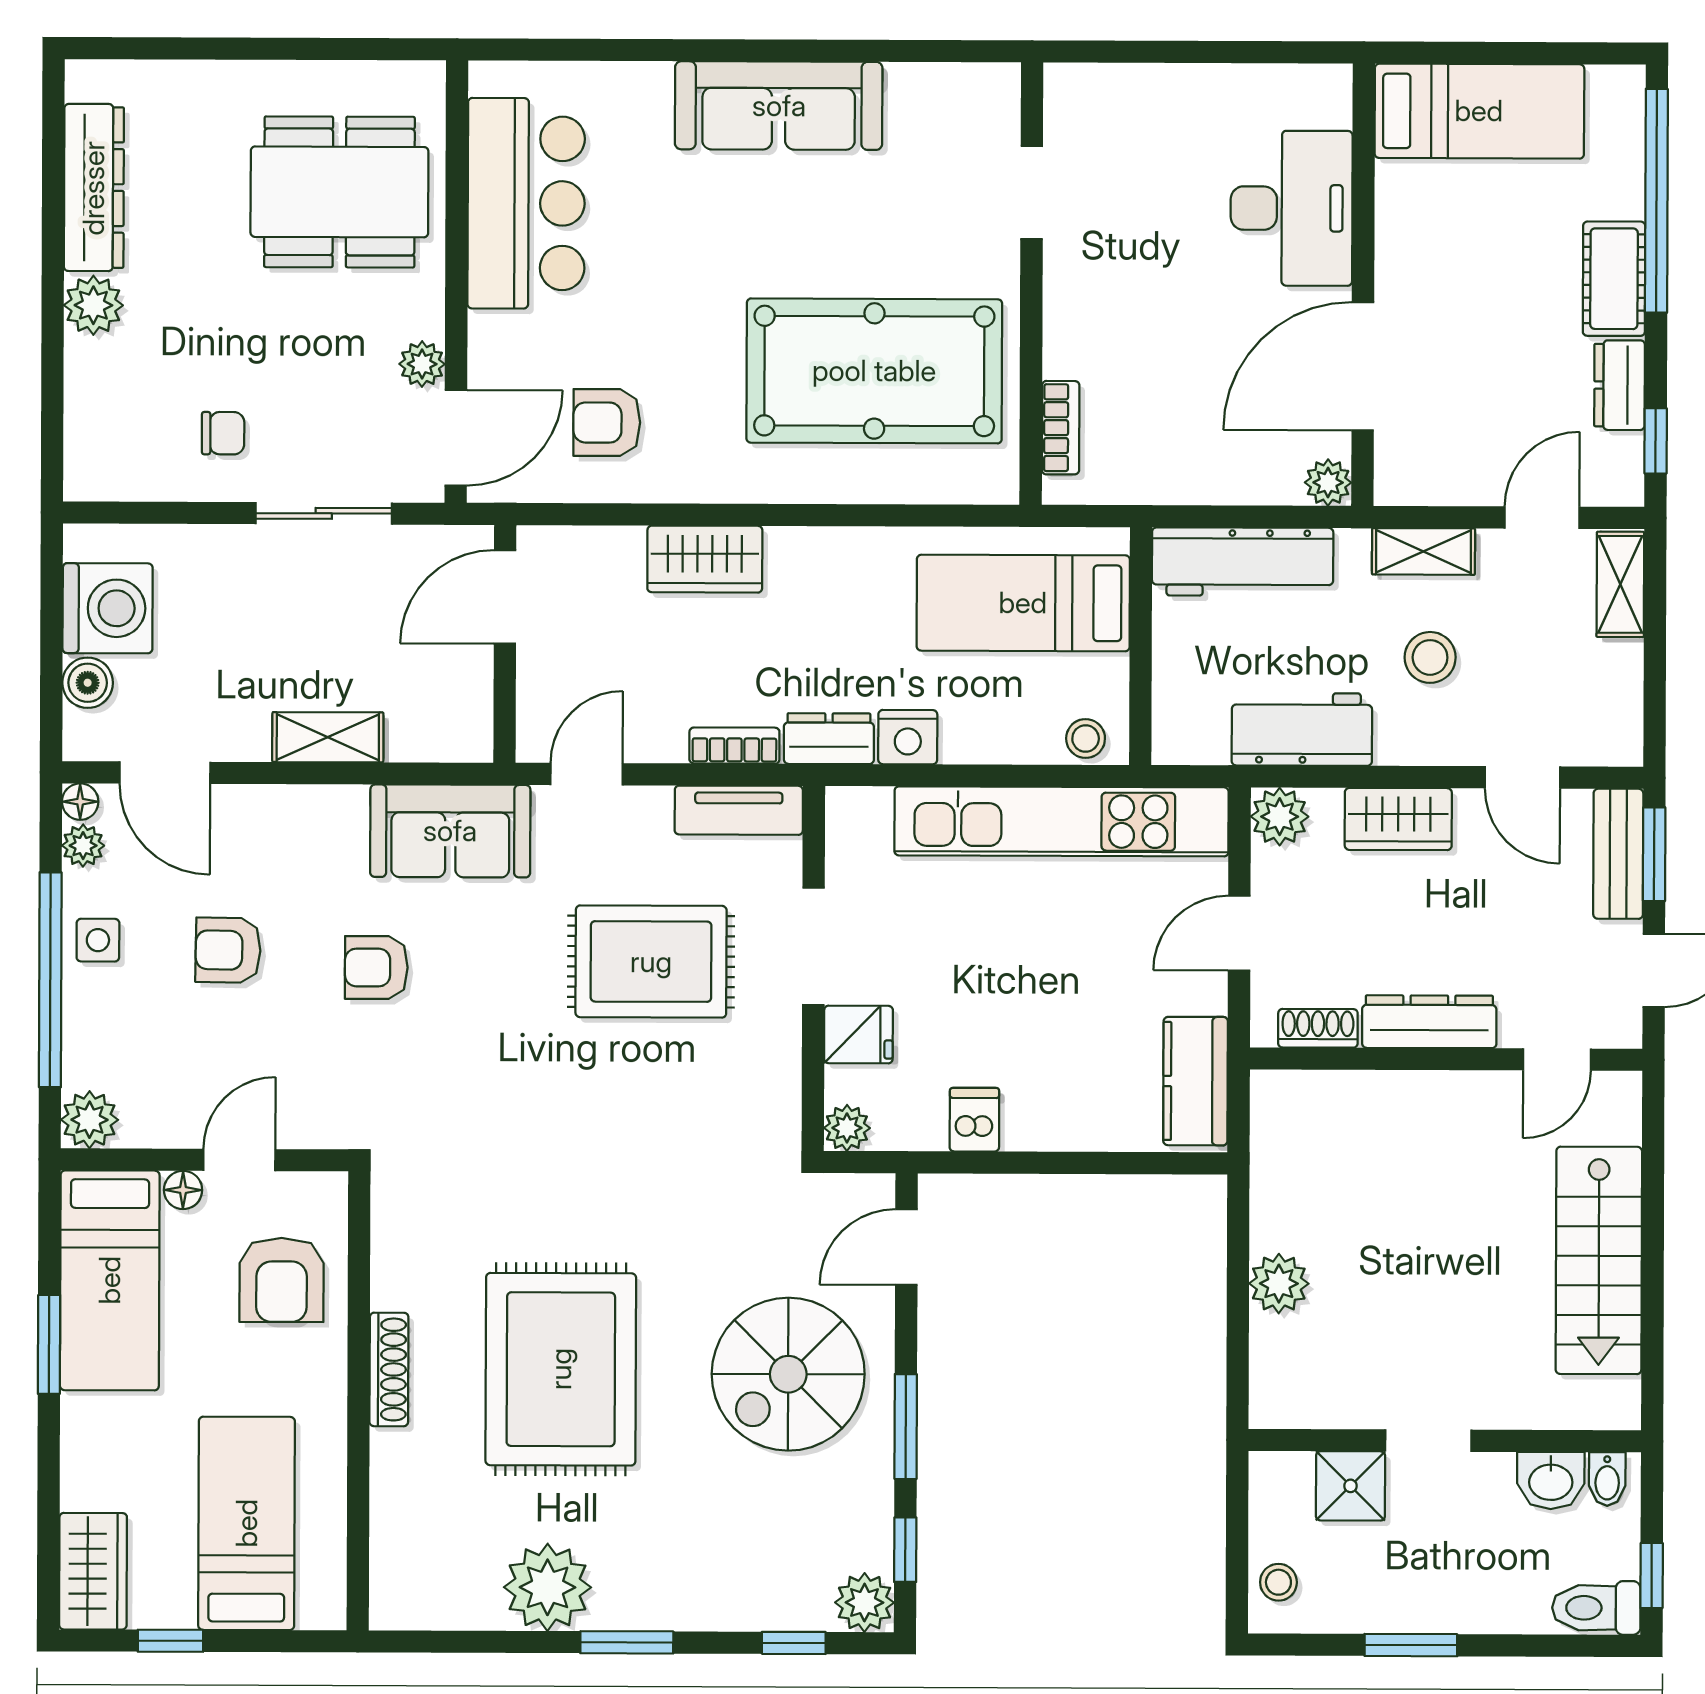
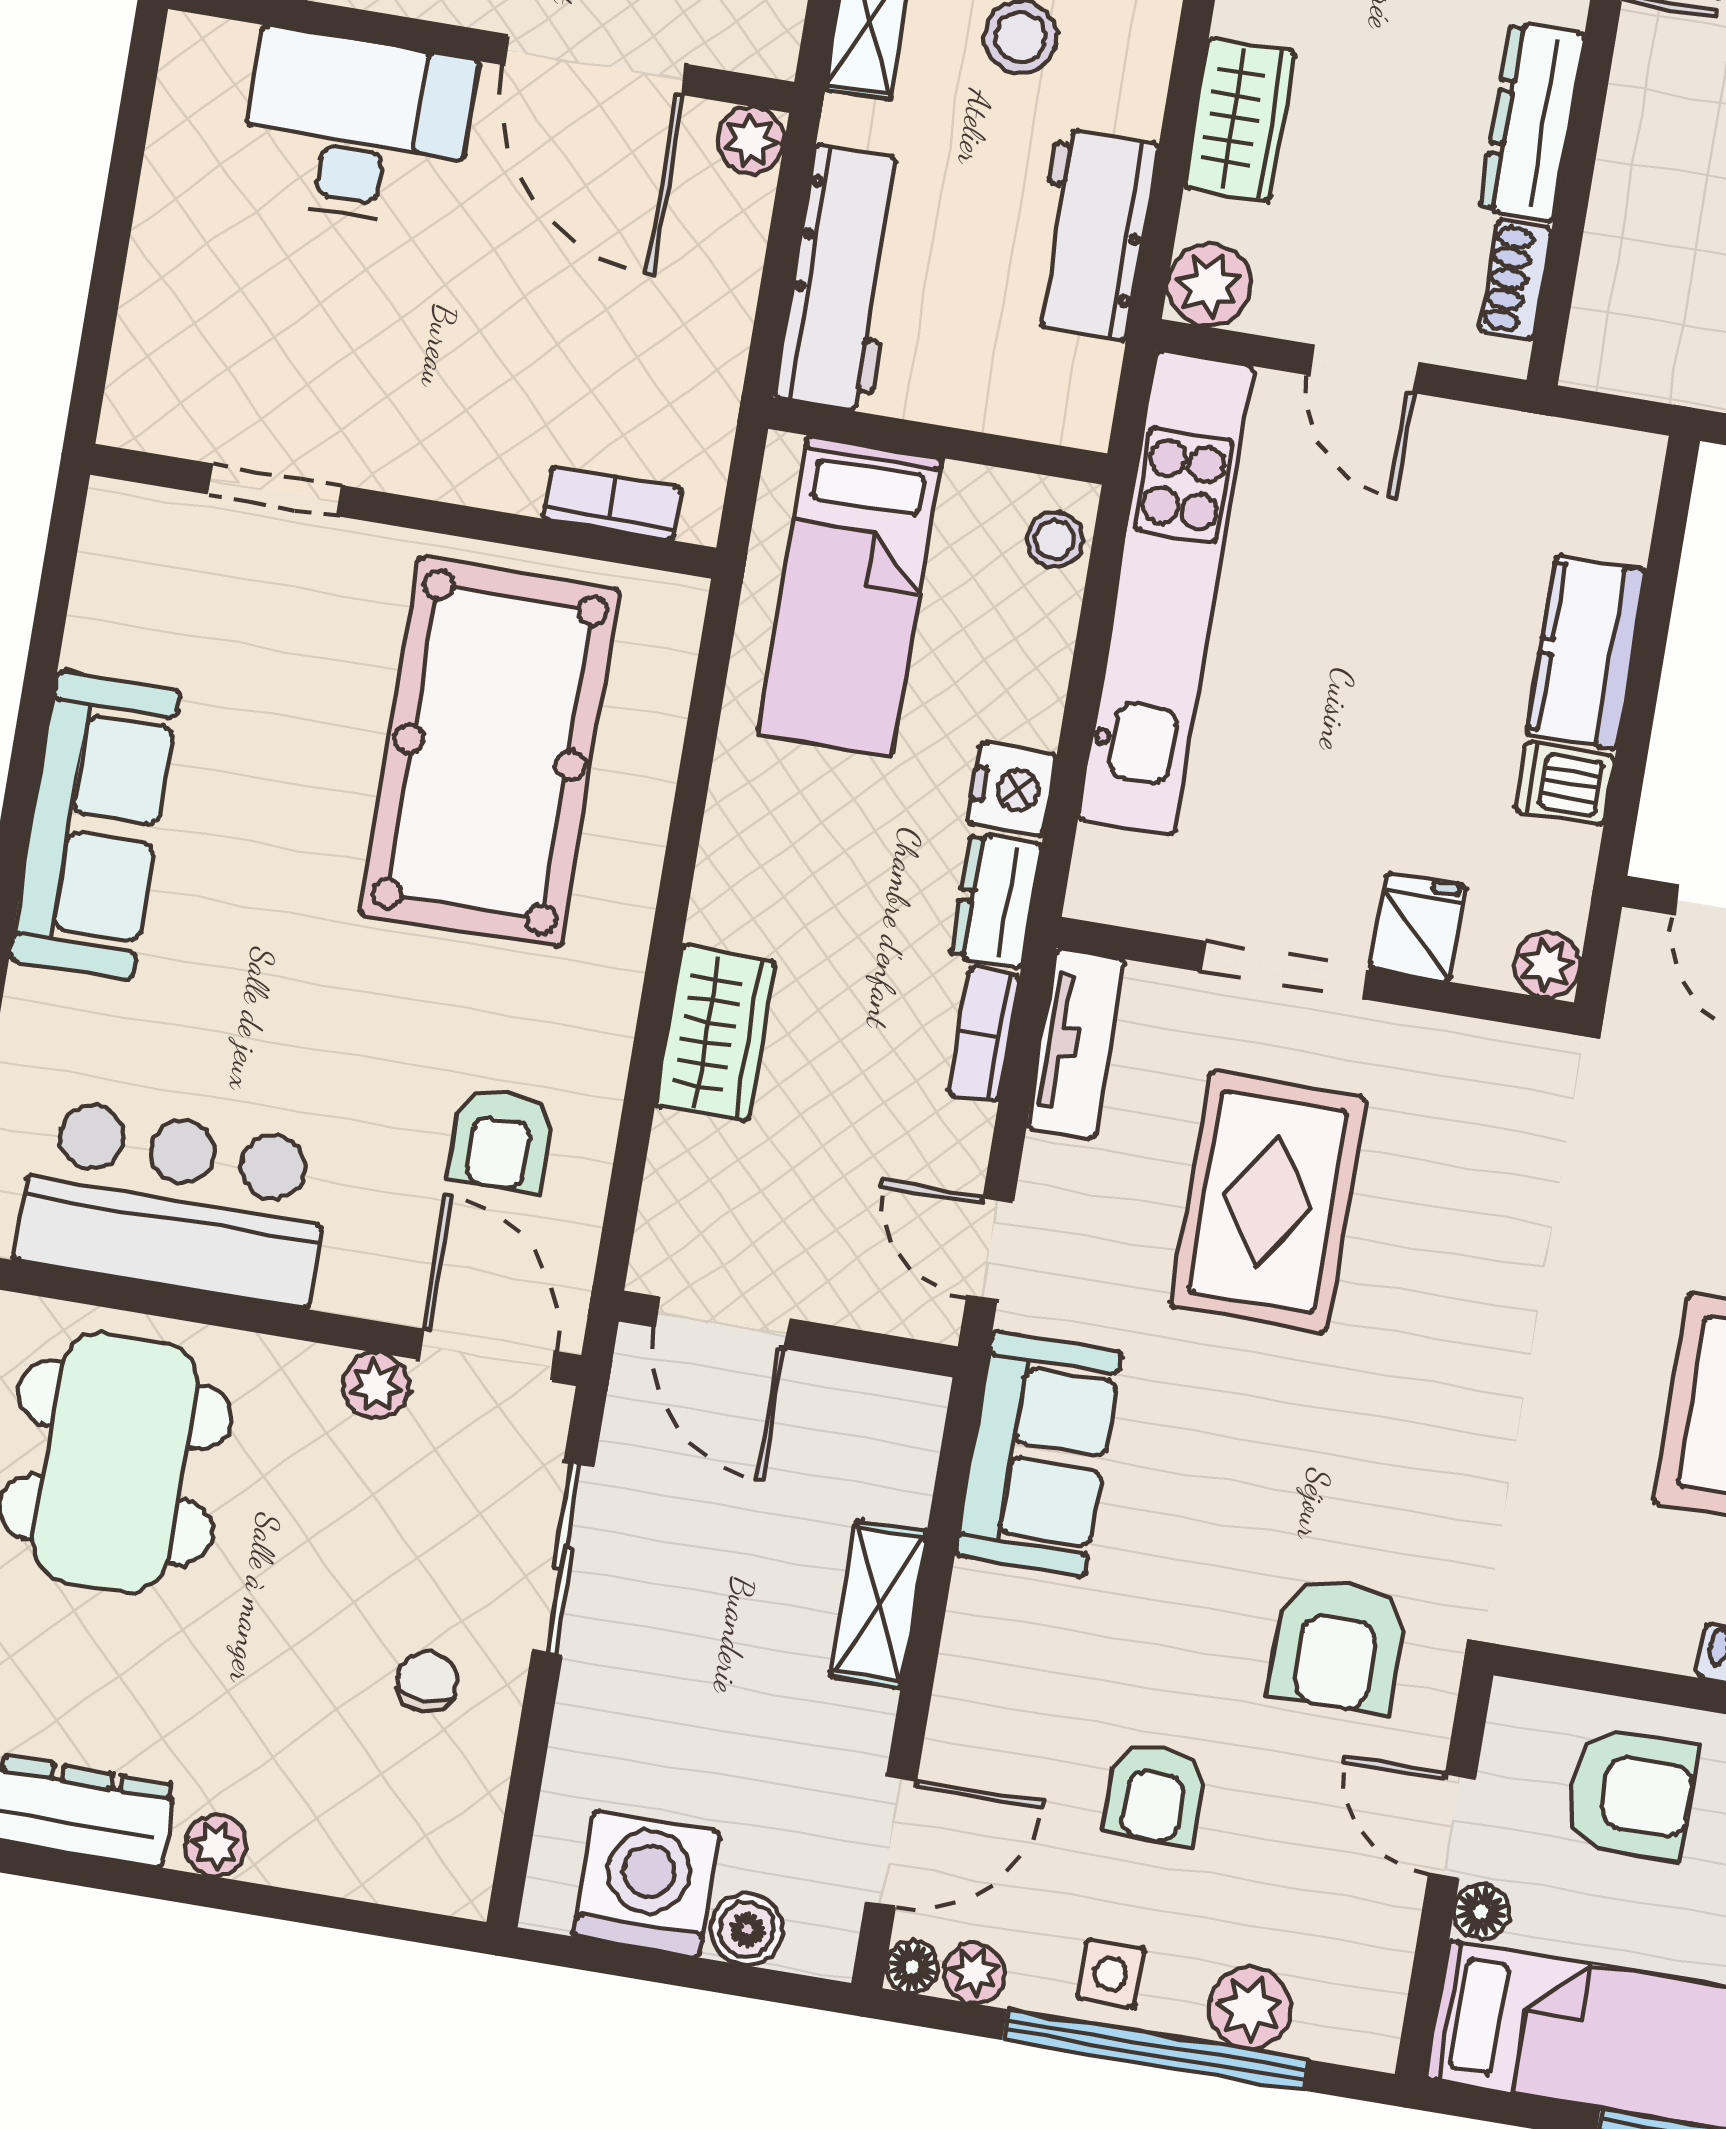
plant: (93, 305) -> (216, 1845), width x0.73, depth x0.73
armchair: (376, 968) -> (1338, 1645), moved, width x1.38, depth x1.38
kitchen counter: (1196, 1081) -> (1586, 653), moved, turned 90
plant: (90, 1120) -> (1250, 2008), moved

